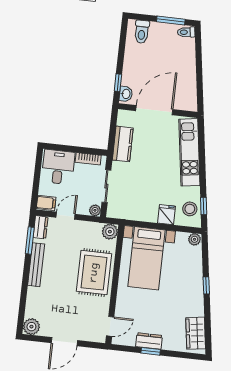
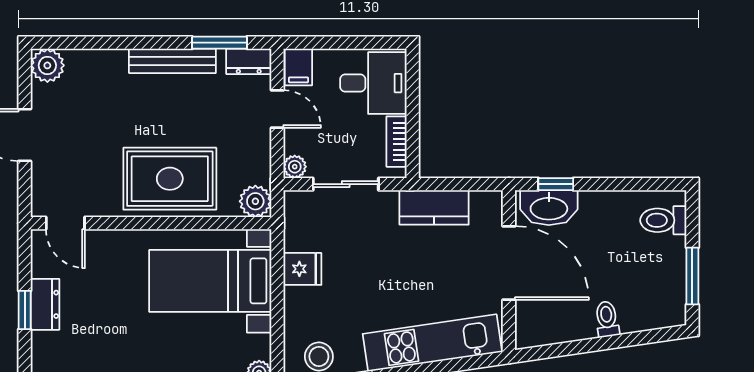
toilet: (186, 32) -> (607, 319), moved
washbasin: (126, 94) -> (549, 208), width x1.91, depth x1.45
fridge: (166, 215) -> (302, 269), moved

